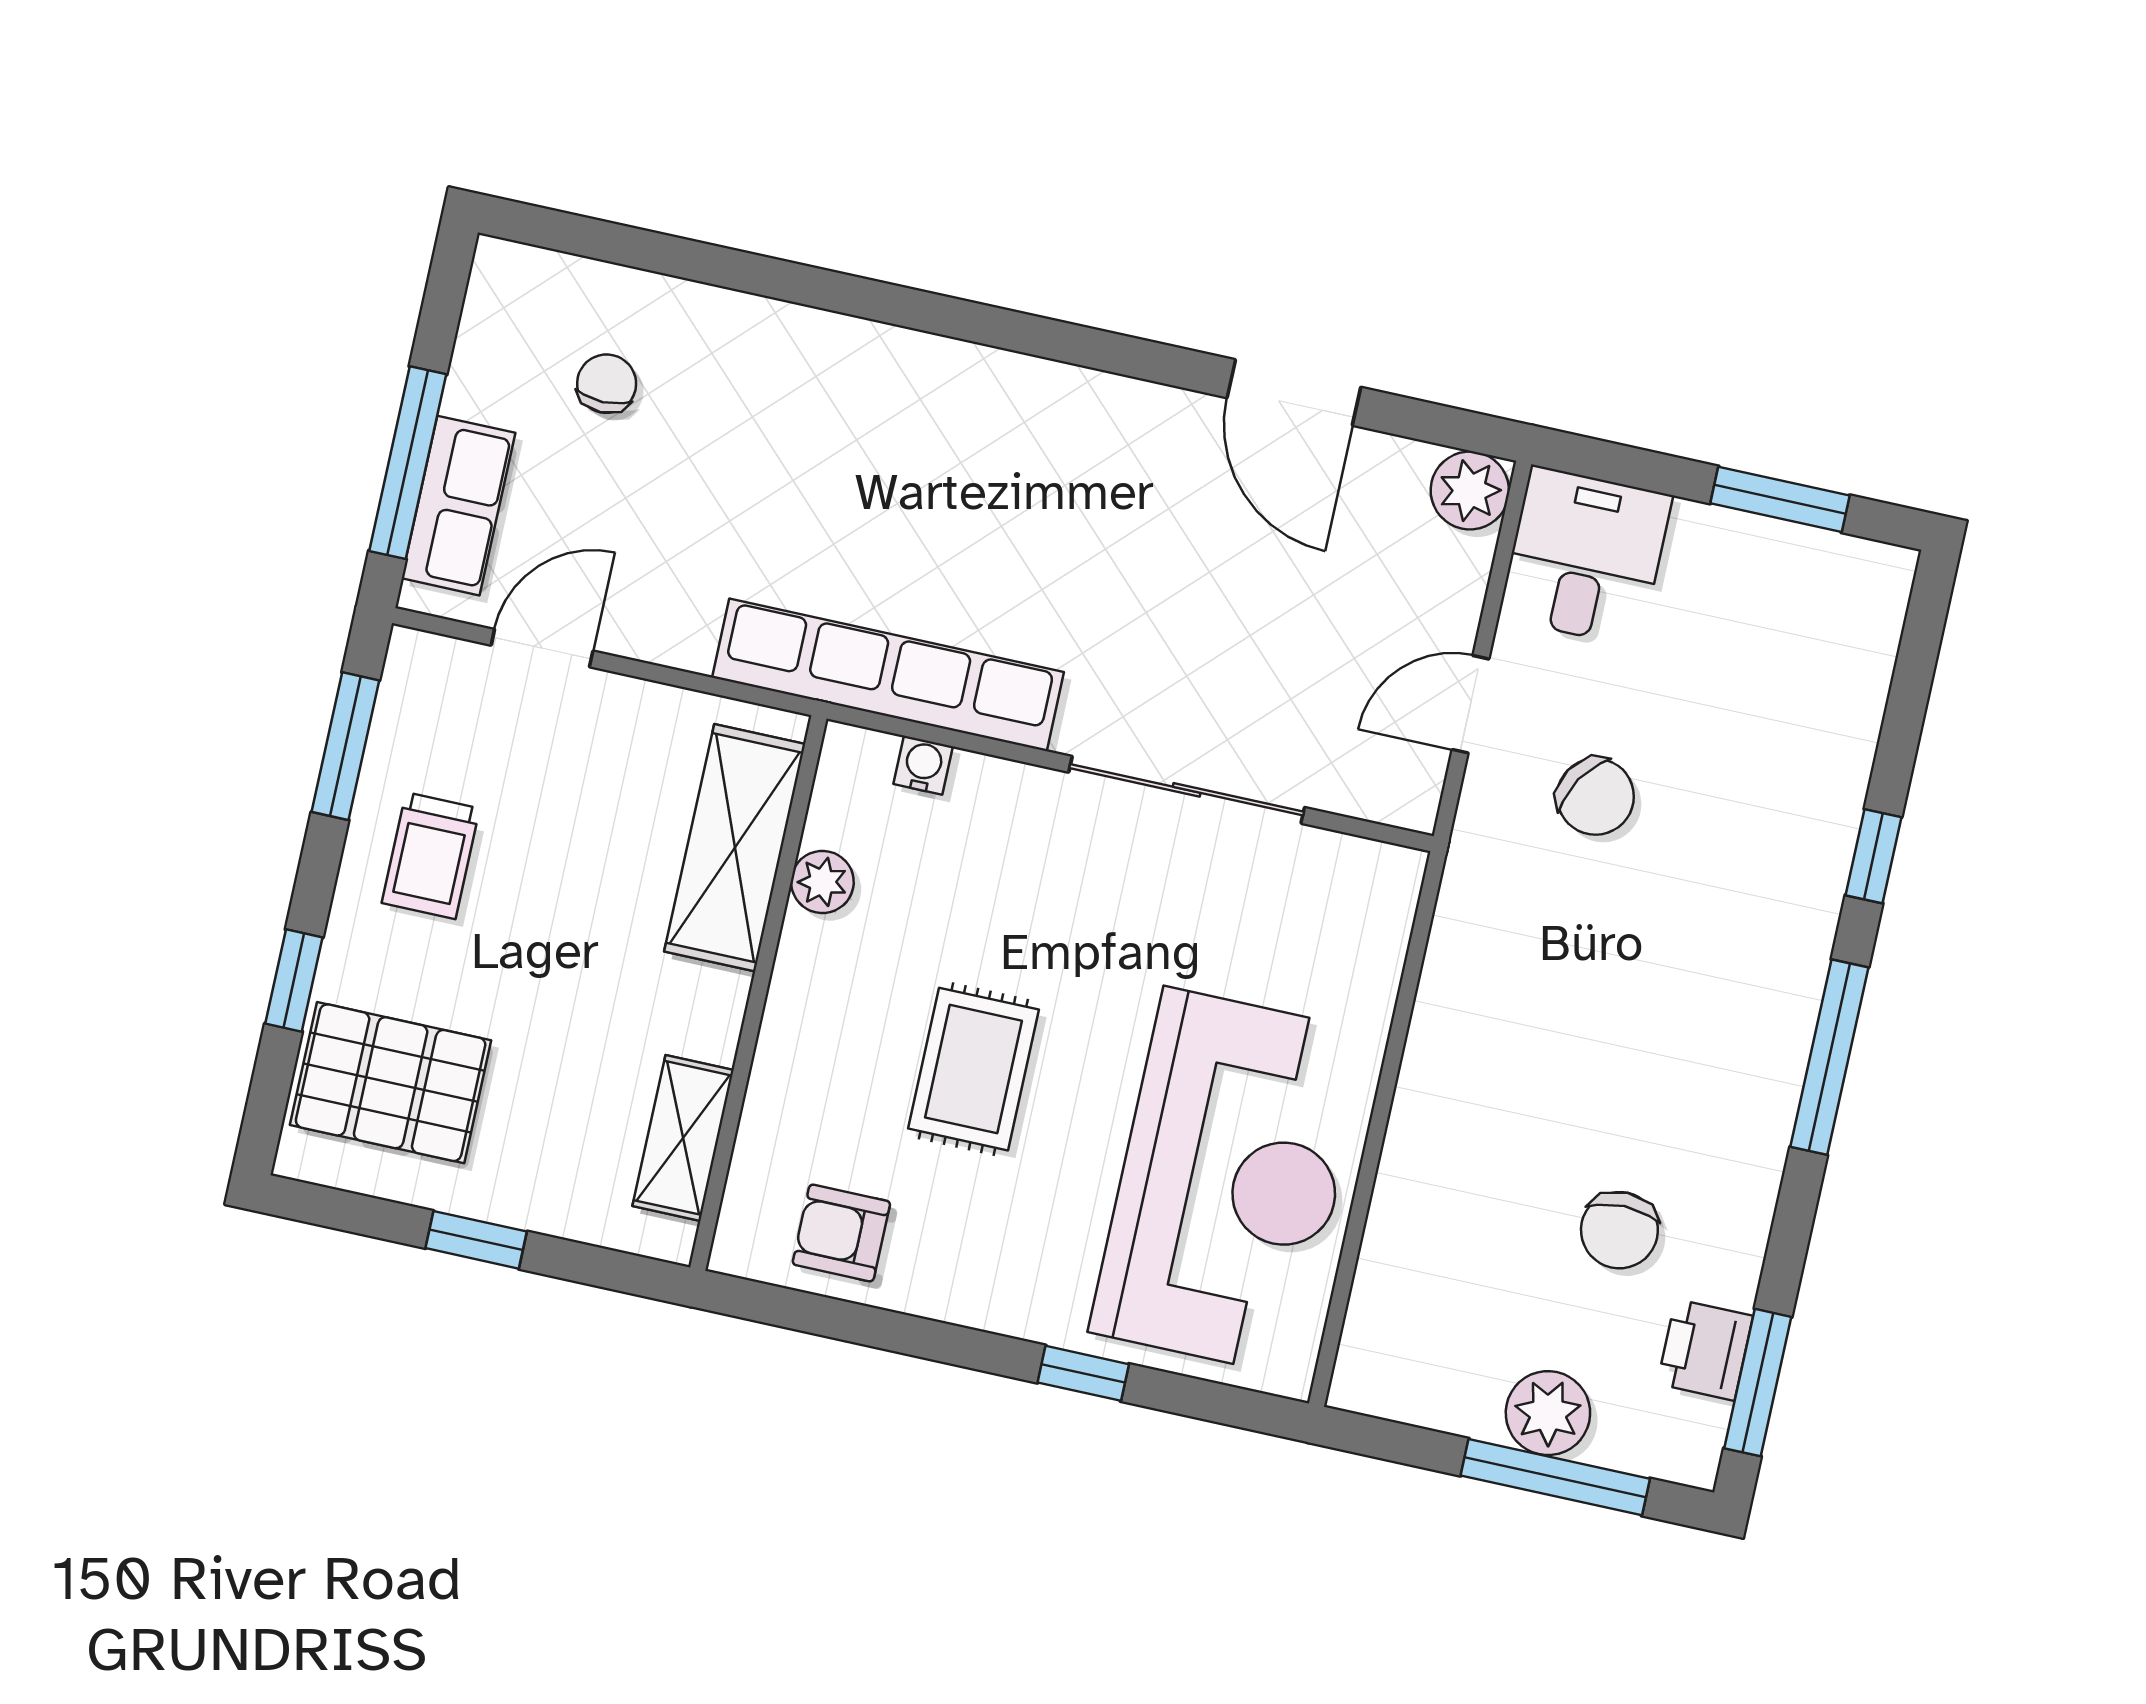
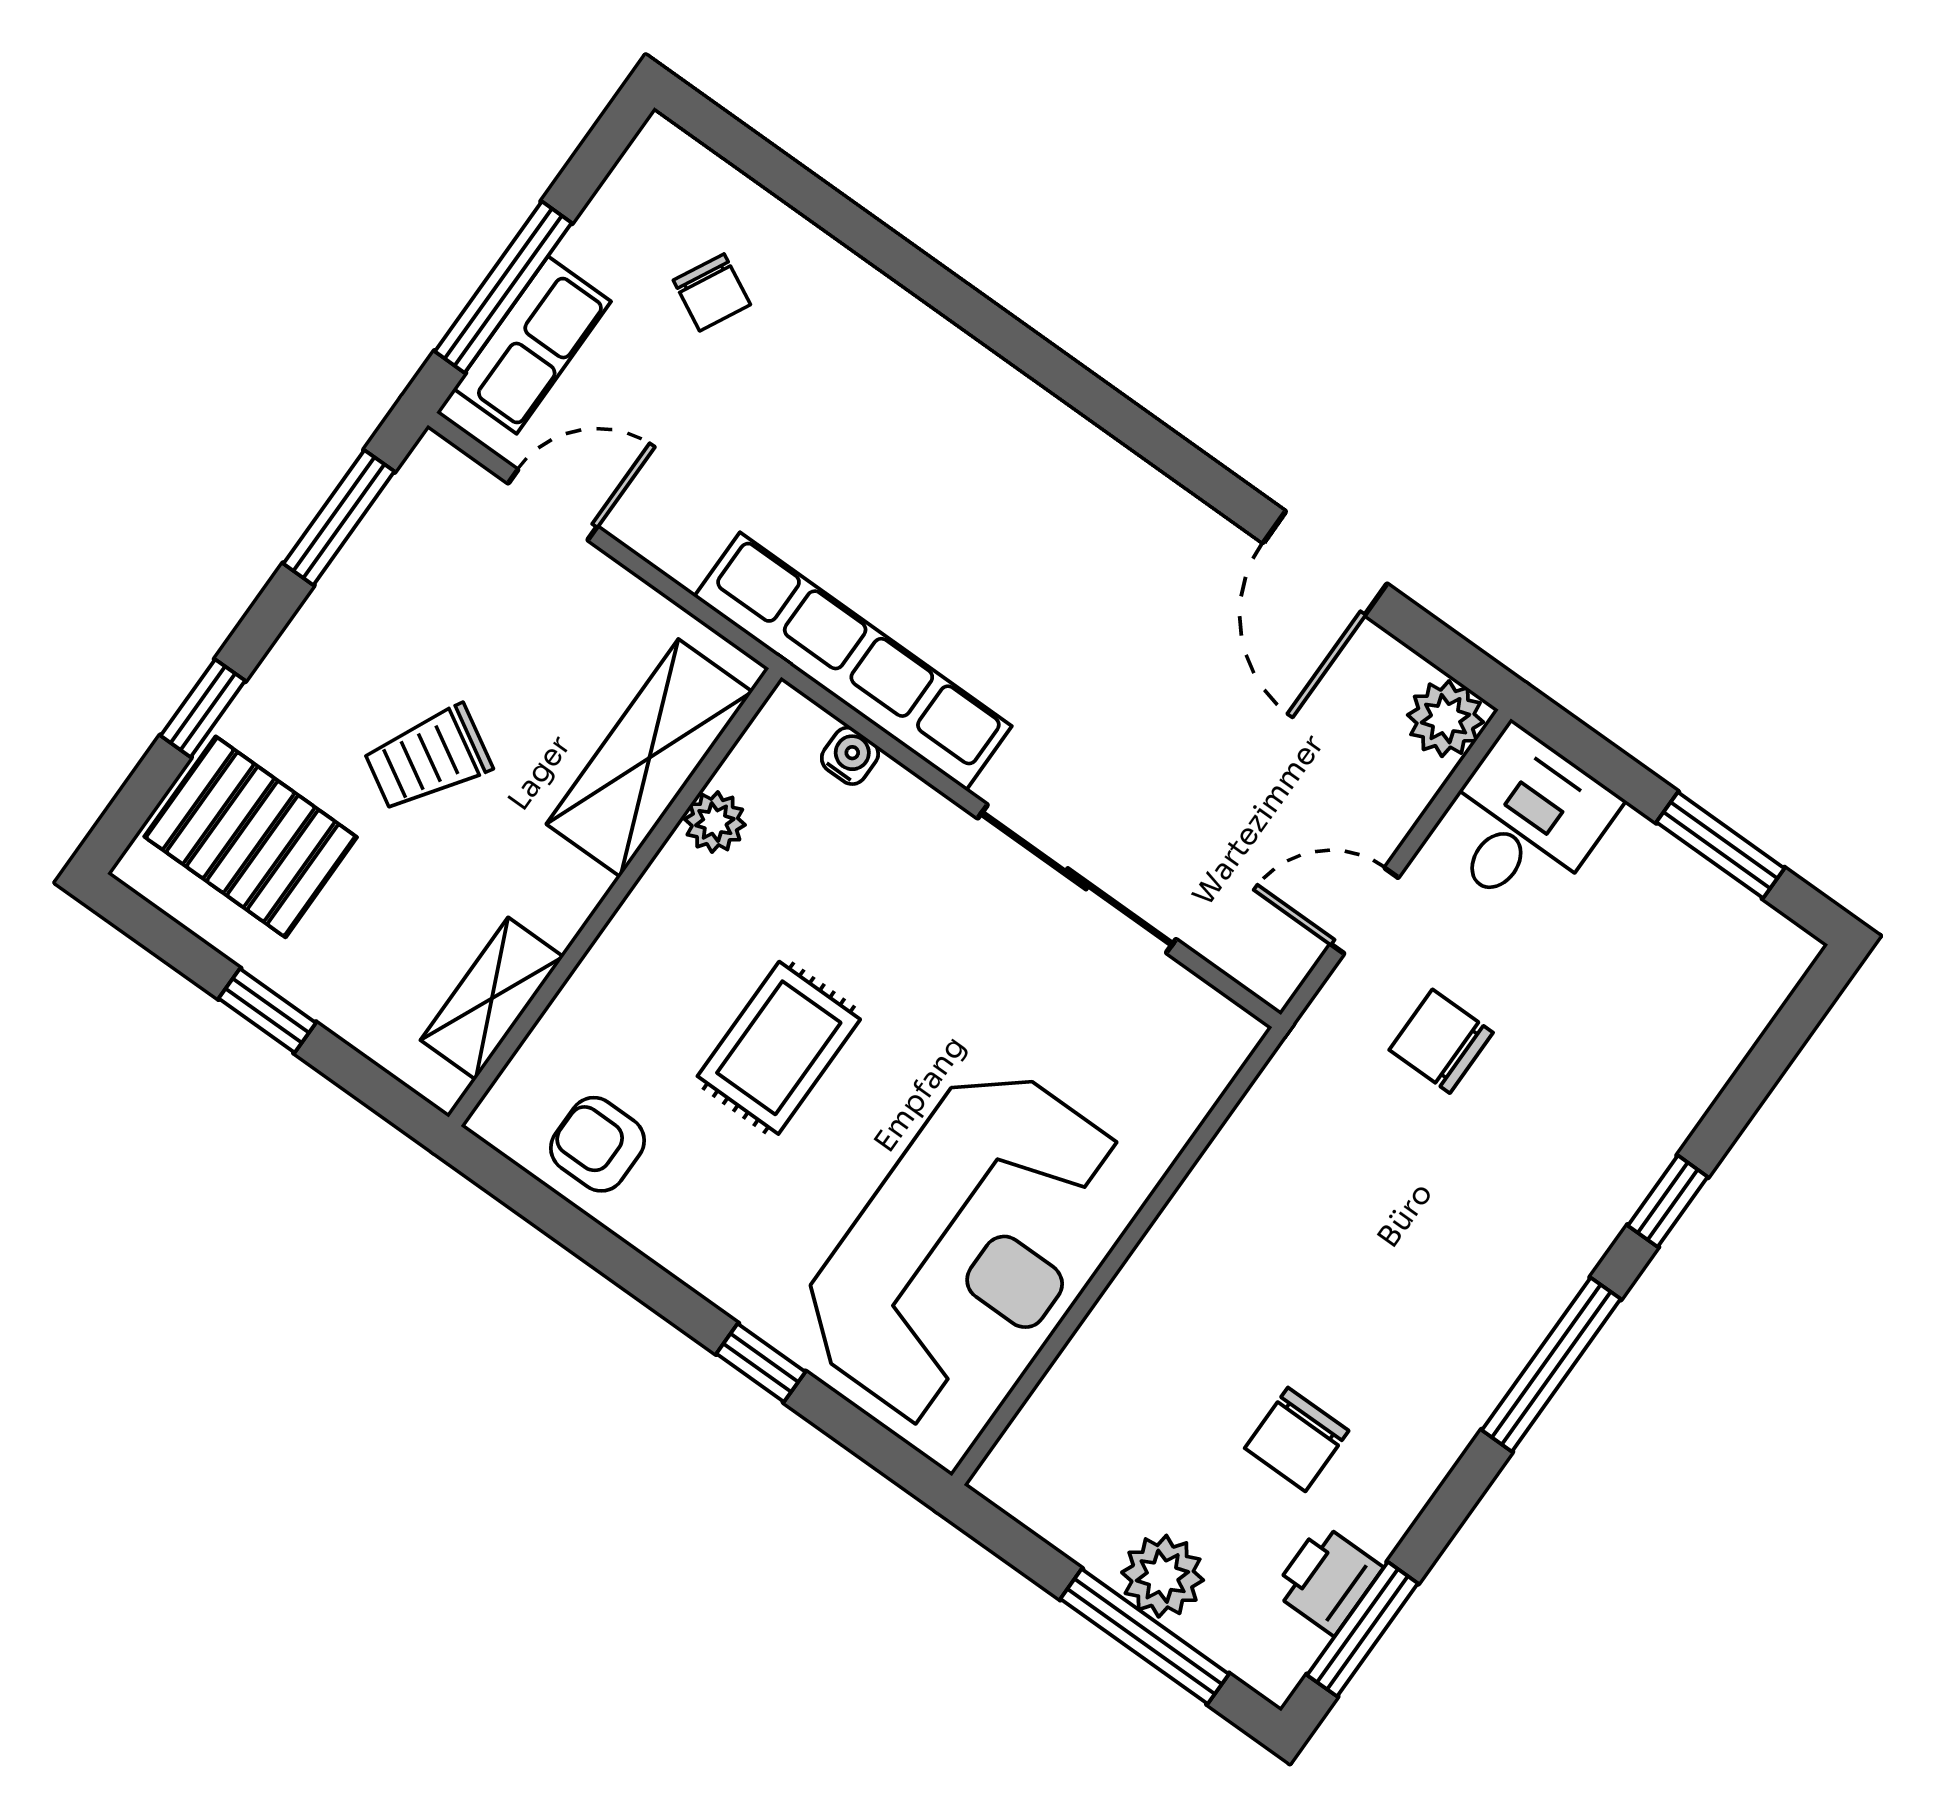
chair: (607, 384) -> (712, 292), turned 117
chair: (1595, 797) -> (1441, 1041), turned 148
trolley: (431, 856) -> (428, 758), moved, turned 30

